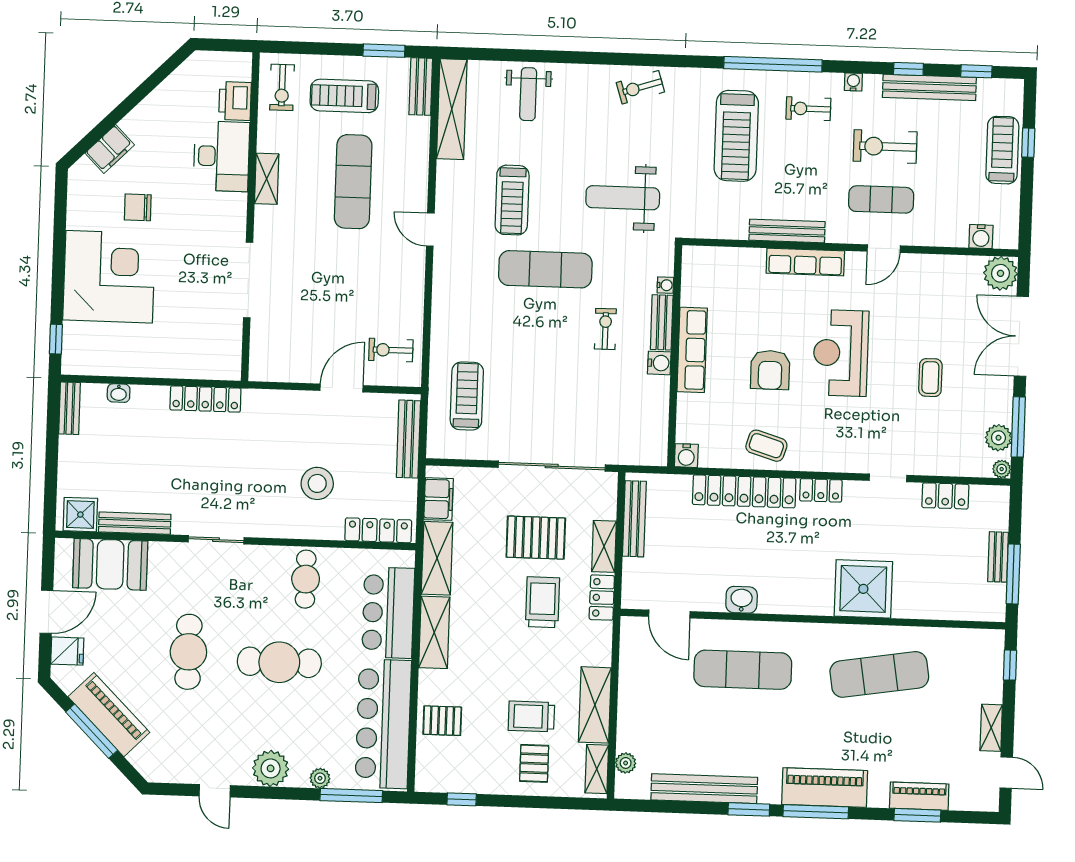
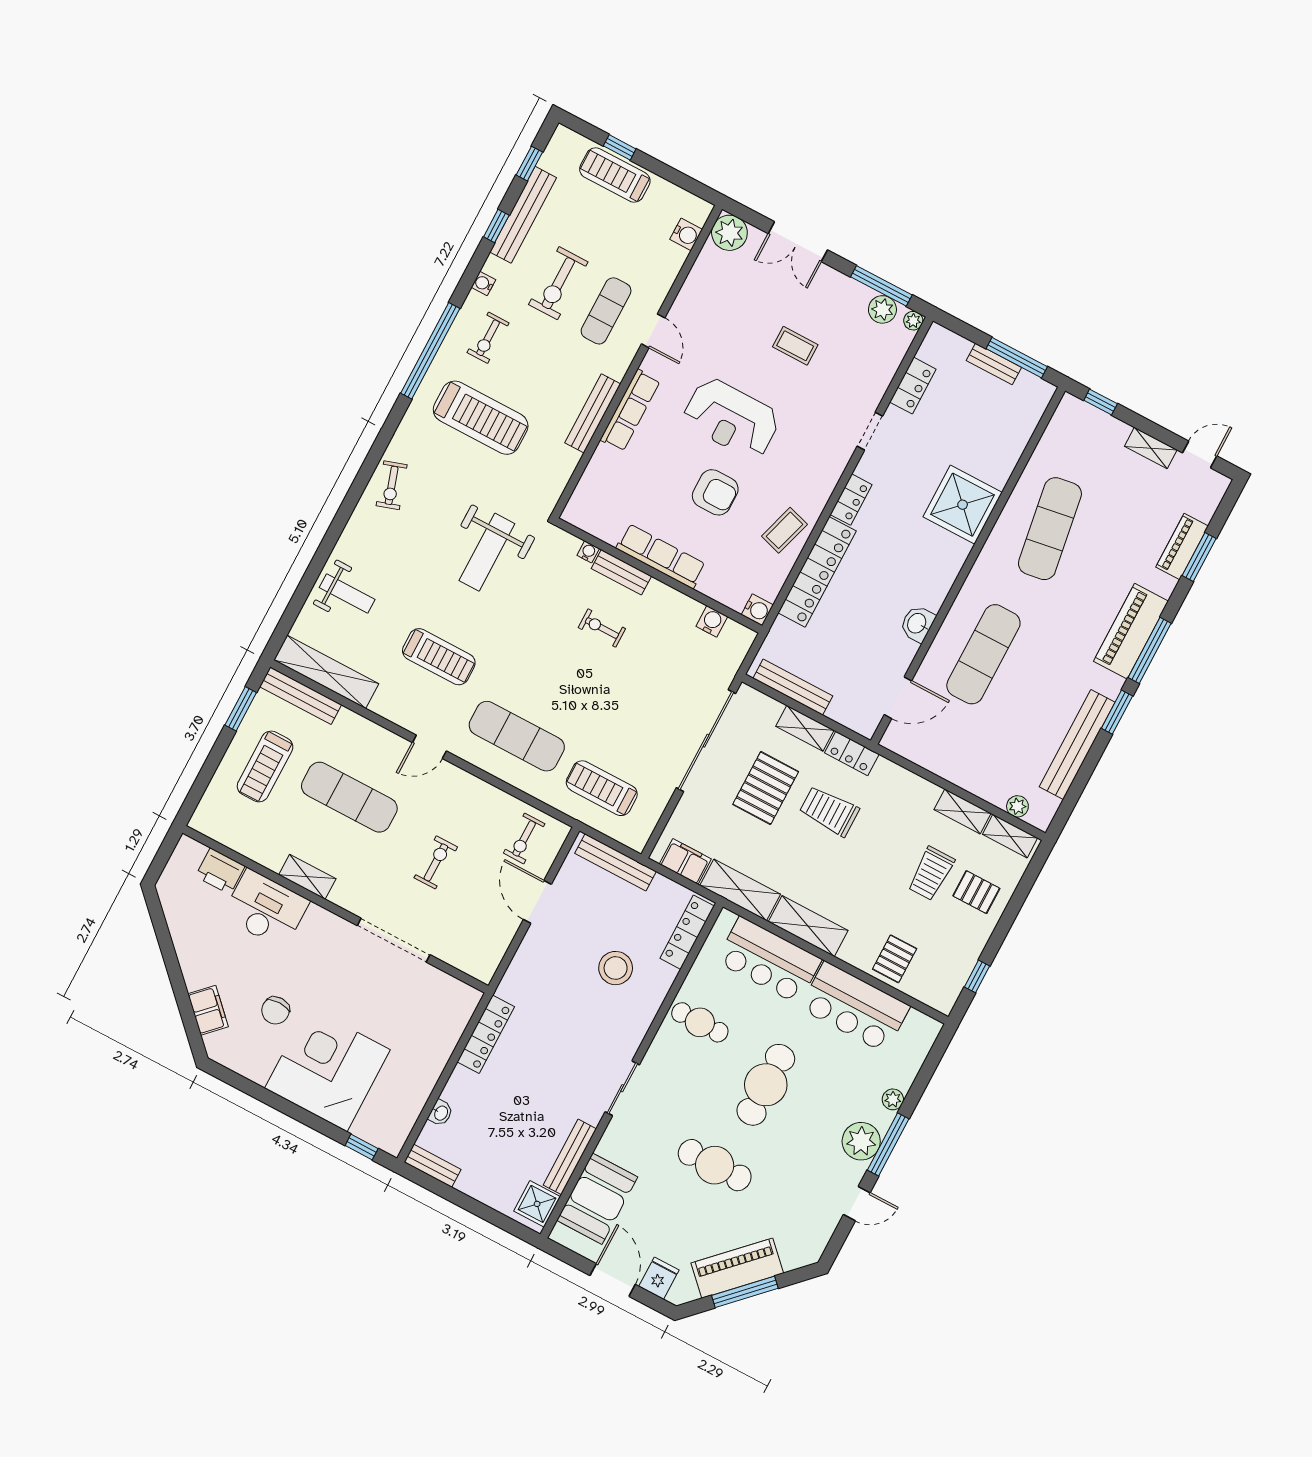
exercise bike: (282, 87) -> (436, 862), moved, turned -90
bench: (421, 87) -> (301, 696), width x1.36
exercise mat: (545, 269) -> (517, 736), moved, turned 90
double door: (1021, 336) -> (798, 242), width x0.73
water cooler: (659, 363) -> (712, 621), moved
shelving: (595, 705) -> (963, 811), width x0.67, depth x0.75
bar counter: (383, 724) -> (855, 1007), width x0.73
window: (351, 796) -> (888, 1144), moved

